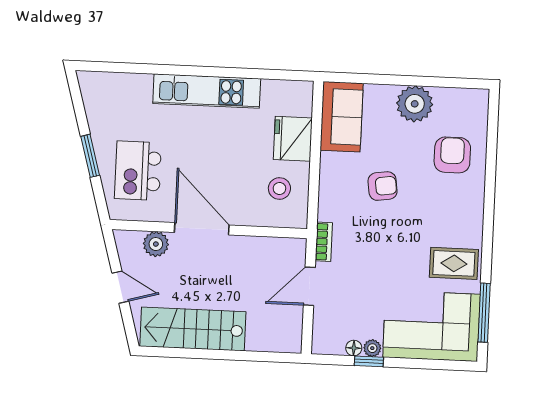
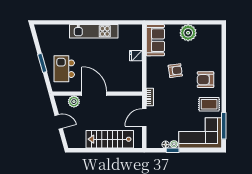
fridge: (293, 139) -> (136, 56), width x0.53, depth x0.75
armchair: (452, 155) -> (206, 80), moved, turned -90
stool: (279, 189) -> (129, 74), removed
stairs: (193, 329) -> (110, 139), moved

